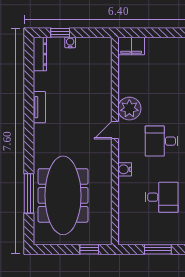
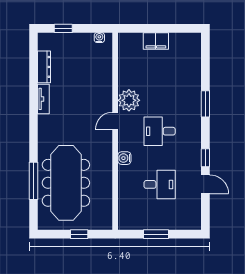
water cooler: (70, 42) -> (99, 38), moved
filing cabinet: (131, 46) -> (156, 41), moved
dresser: (40, 54) -> (44, 67), moved
window: (89, 249) -> (79, 234), moved

